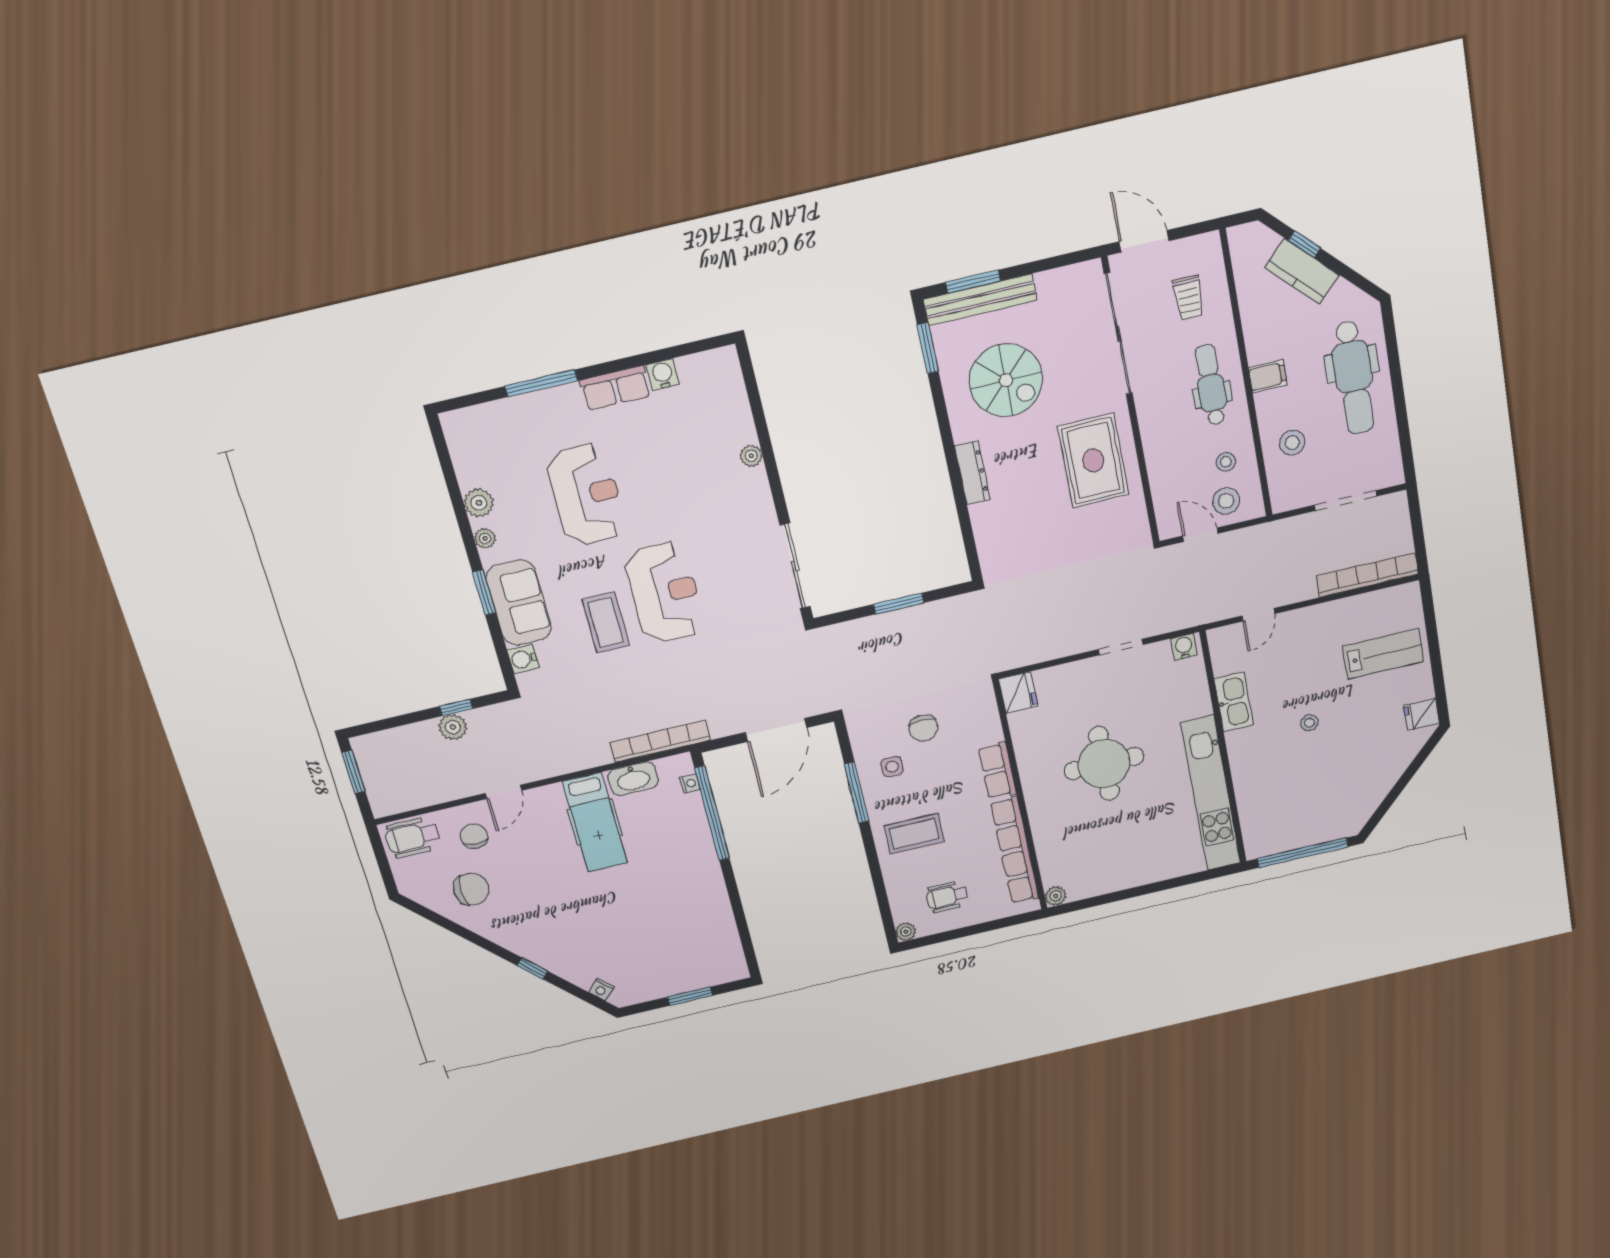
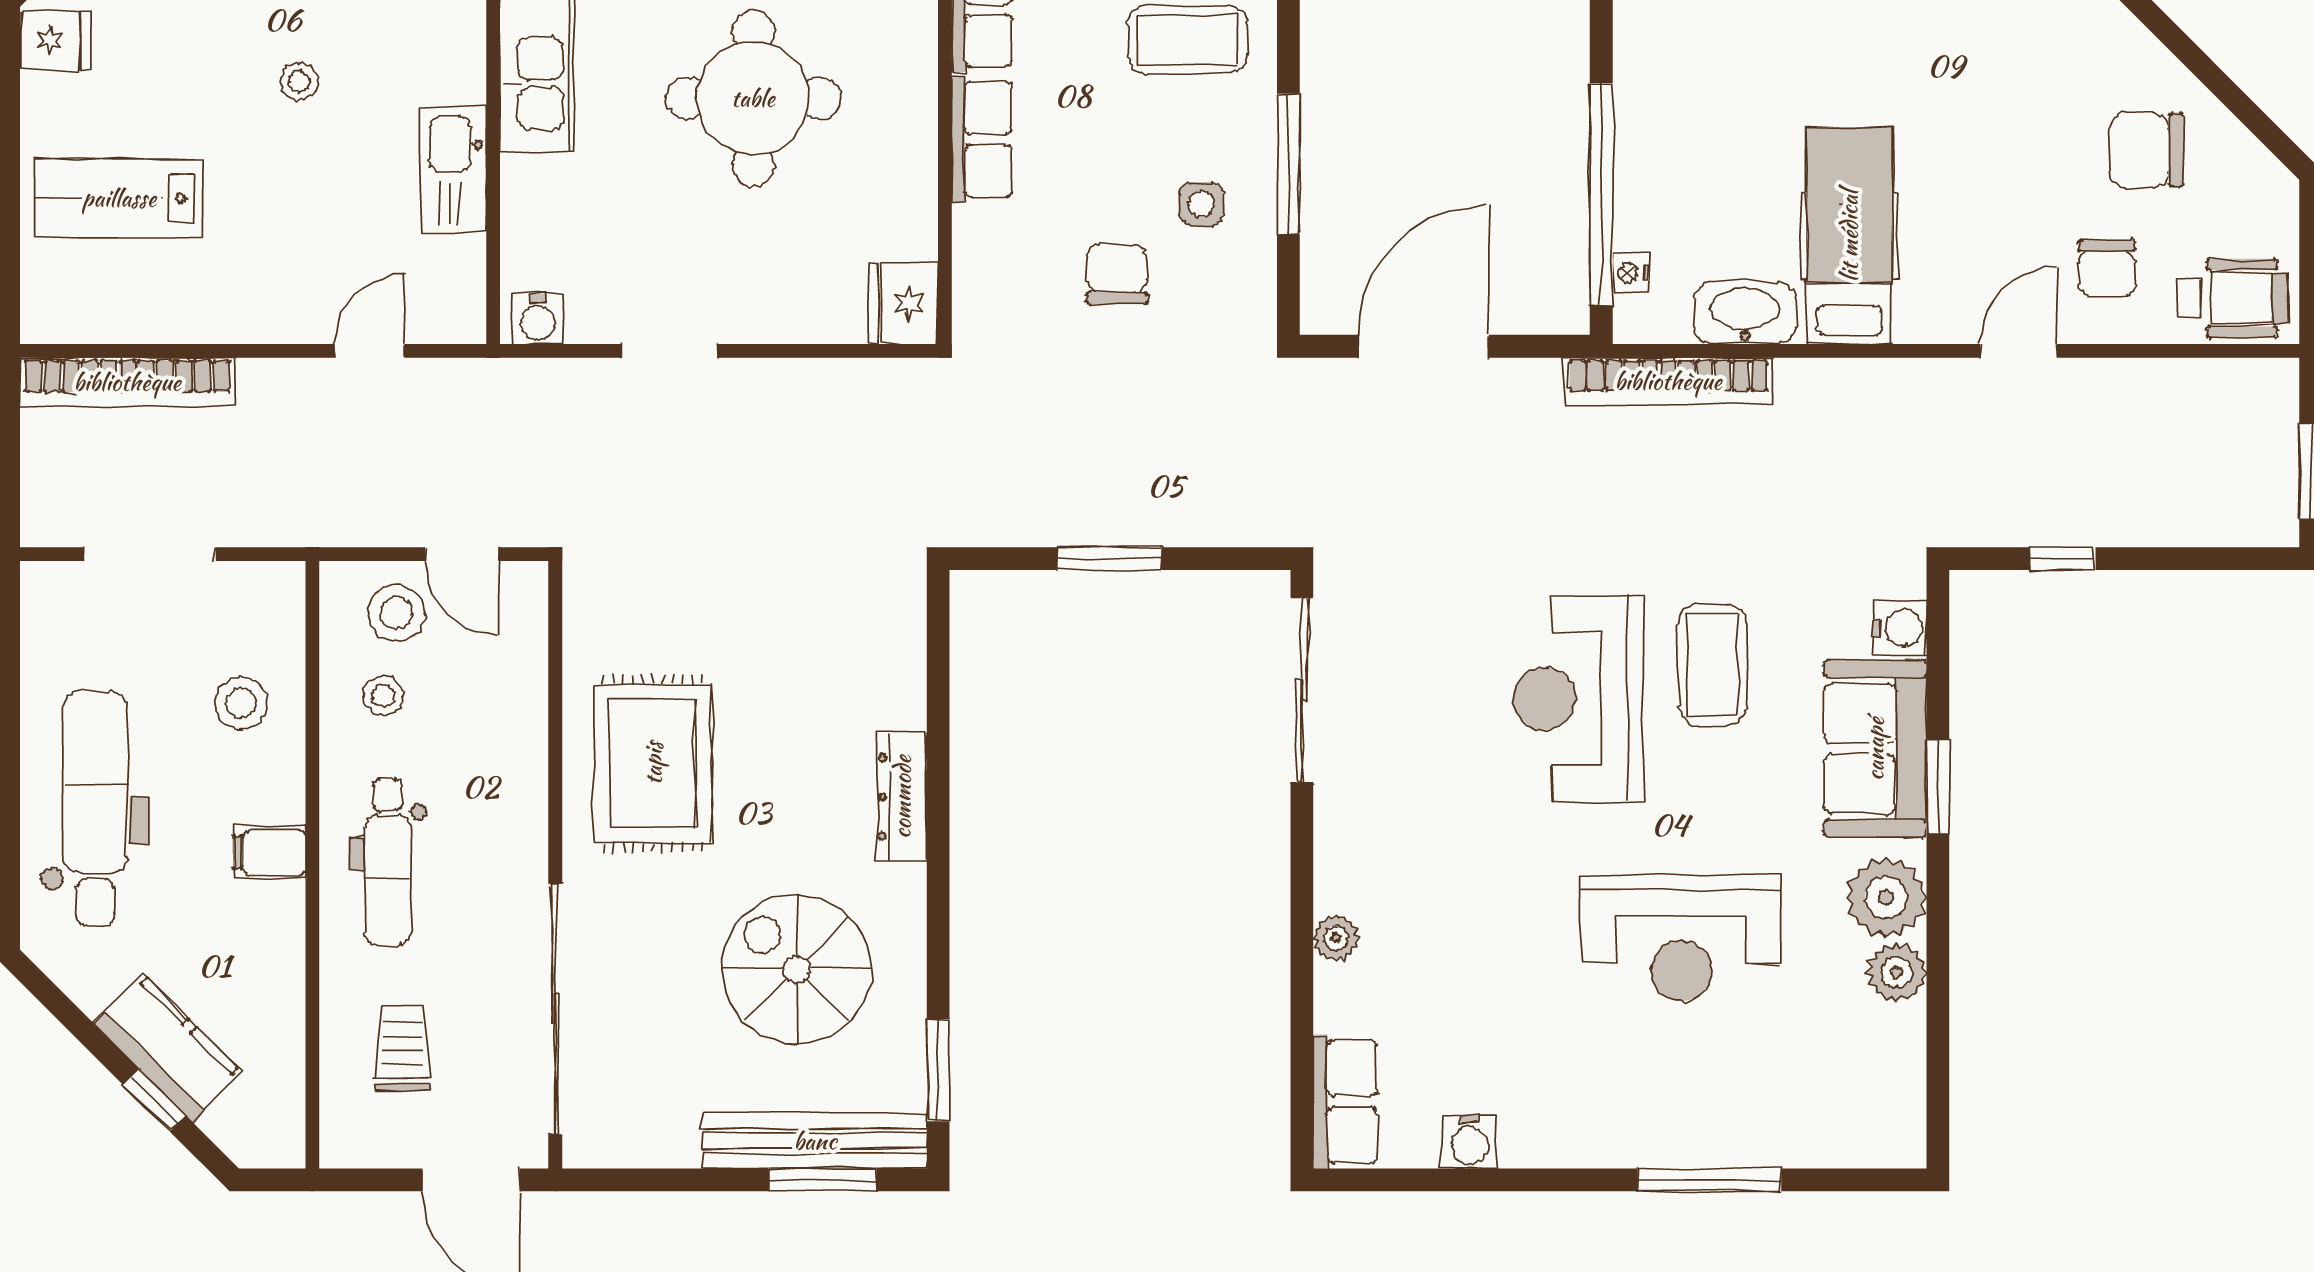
row of seats: (615, 388) -> (1345, 1102), moved, turned 90
reception desk: (586, 495) -> (1681, 938), turned -90
plant: (485, 538) -> (1886, 897), width x1.87, depth x1.87
plant: (453, 727) -> (2082, 518), removed

